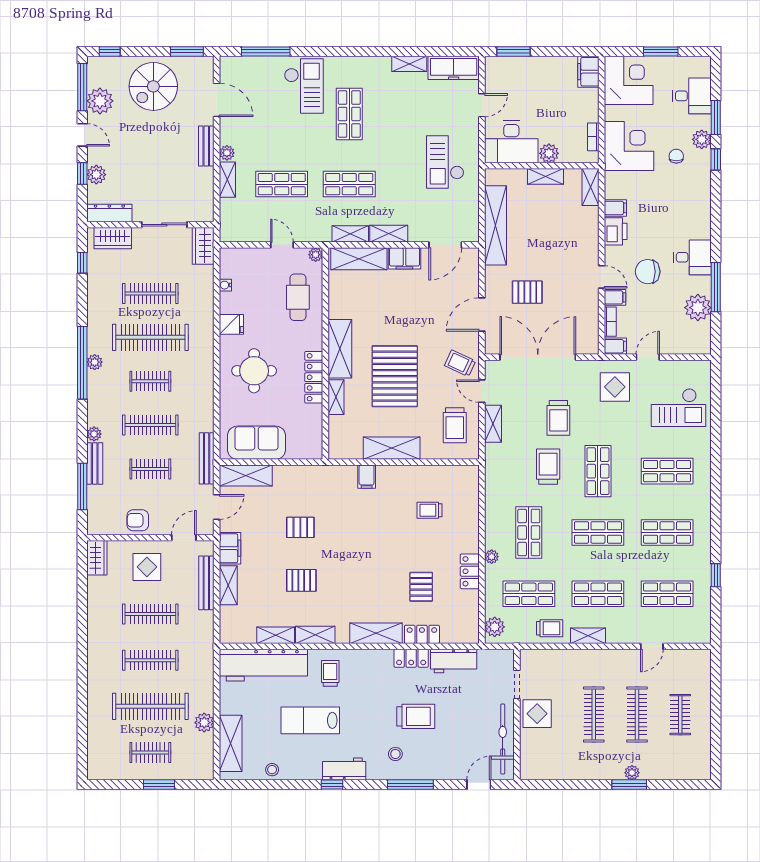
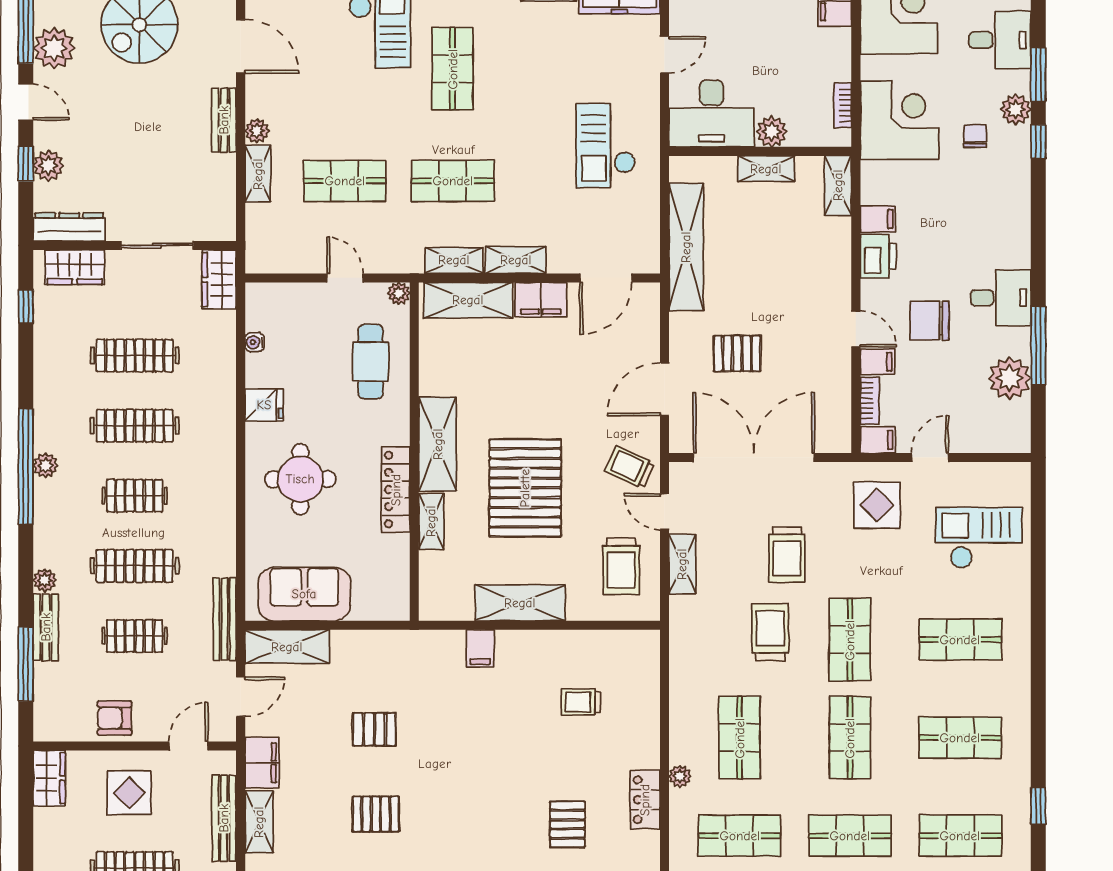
clothes rail: (150, 337) -> (135, 426), width x0.73, depth x0.76
checkout: (679, 407) -> (979, 538), turned 180
shop shelf: (598, 532) -> (850, 738), turned 90

